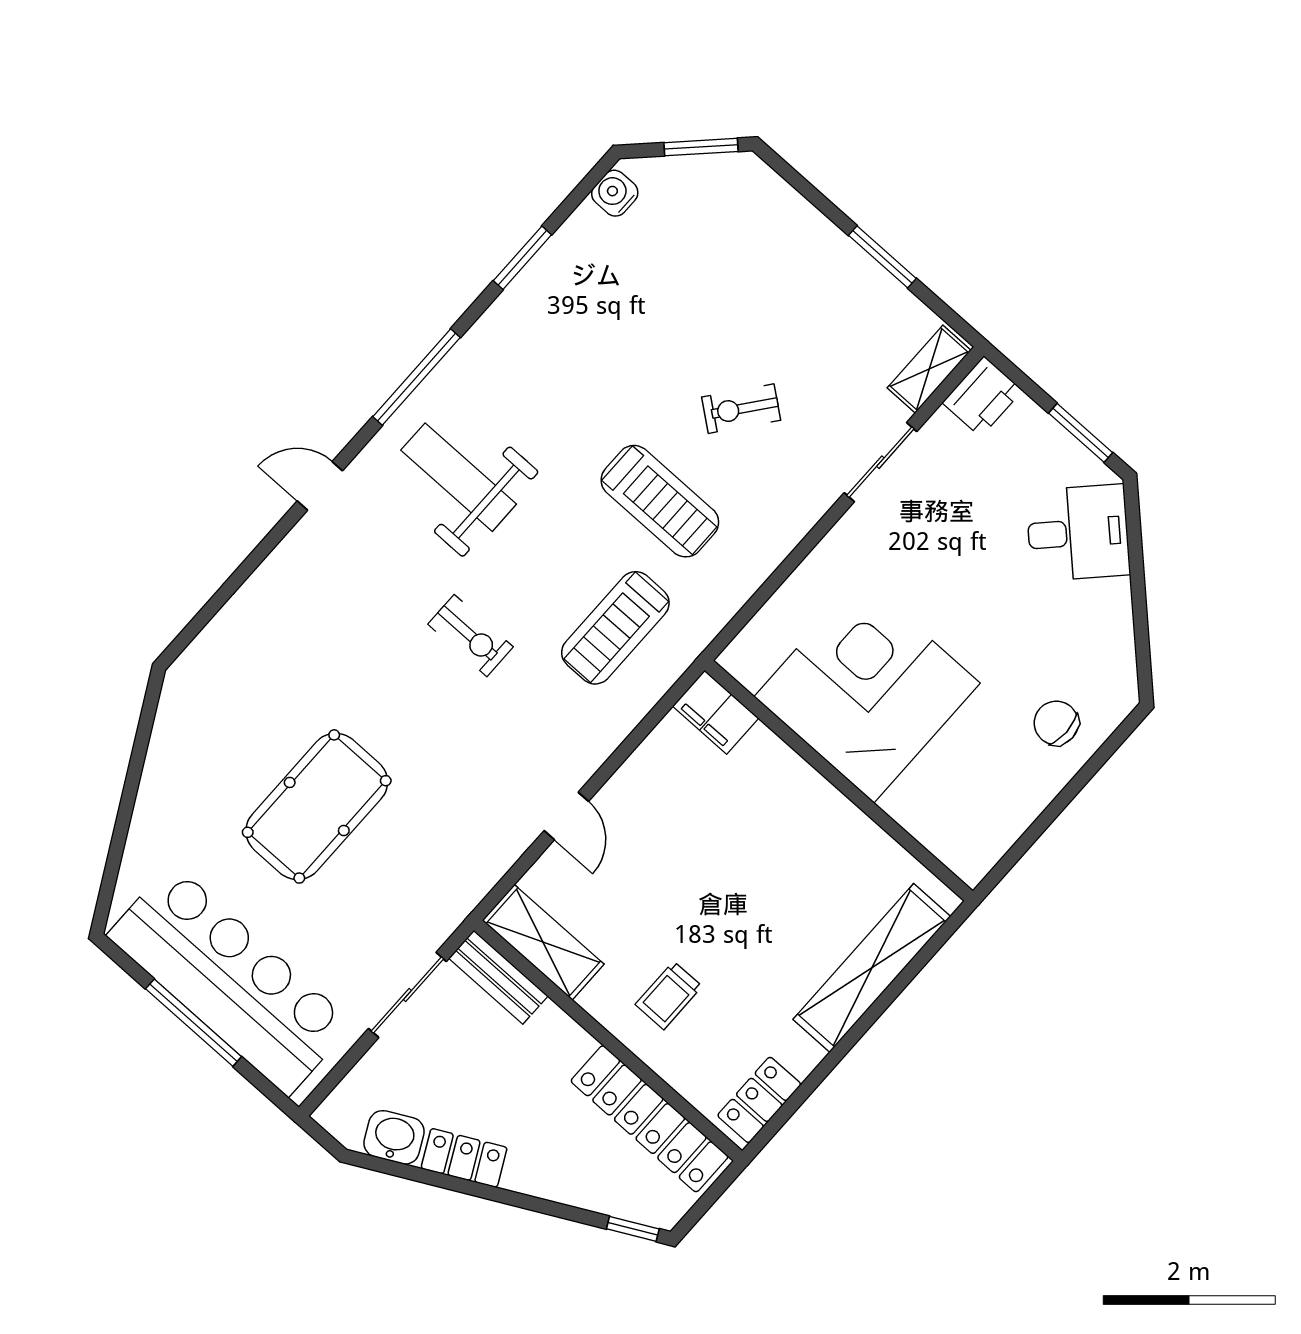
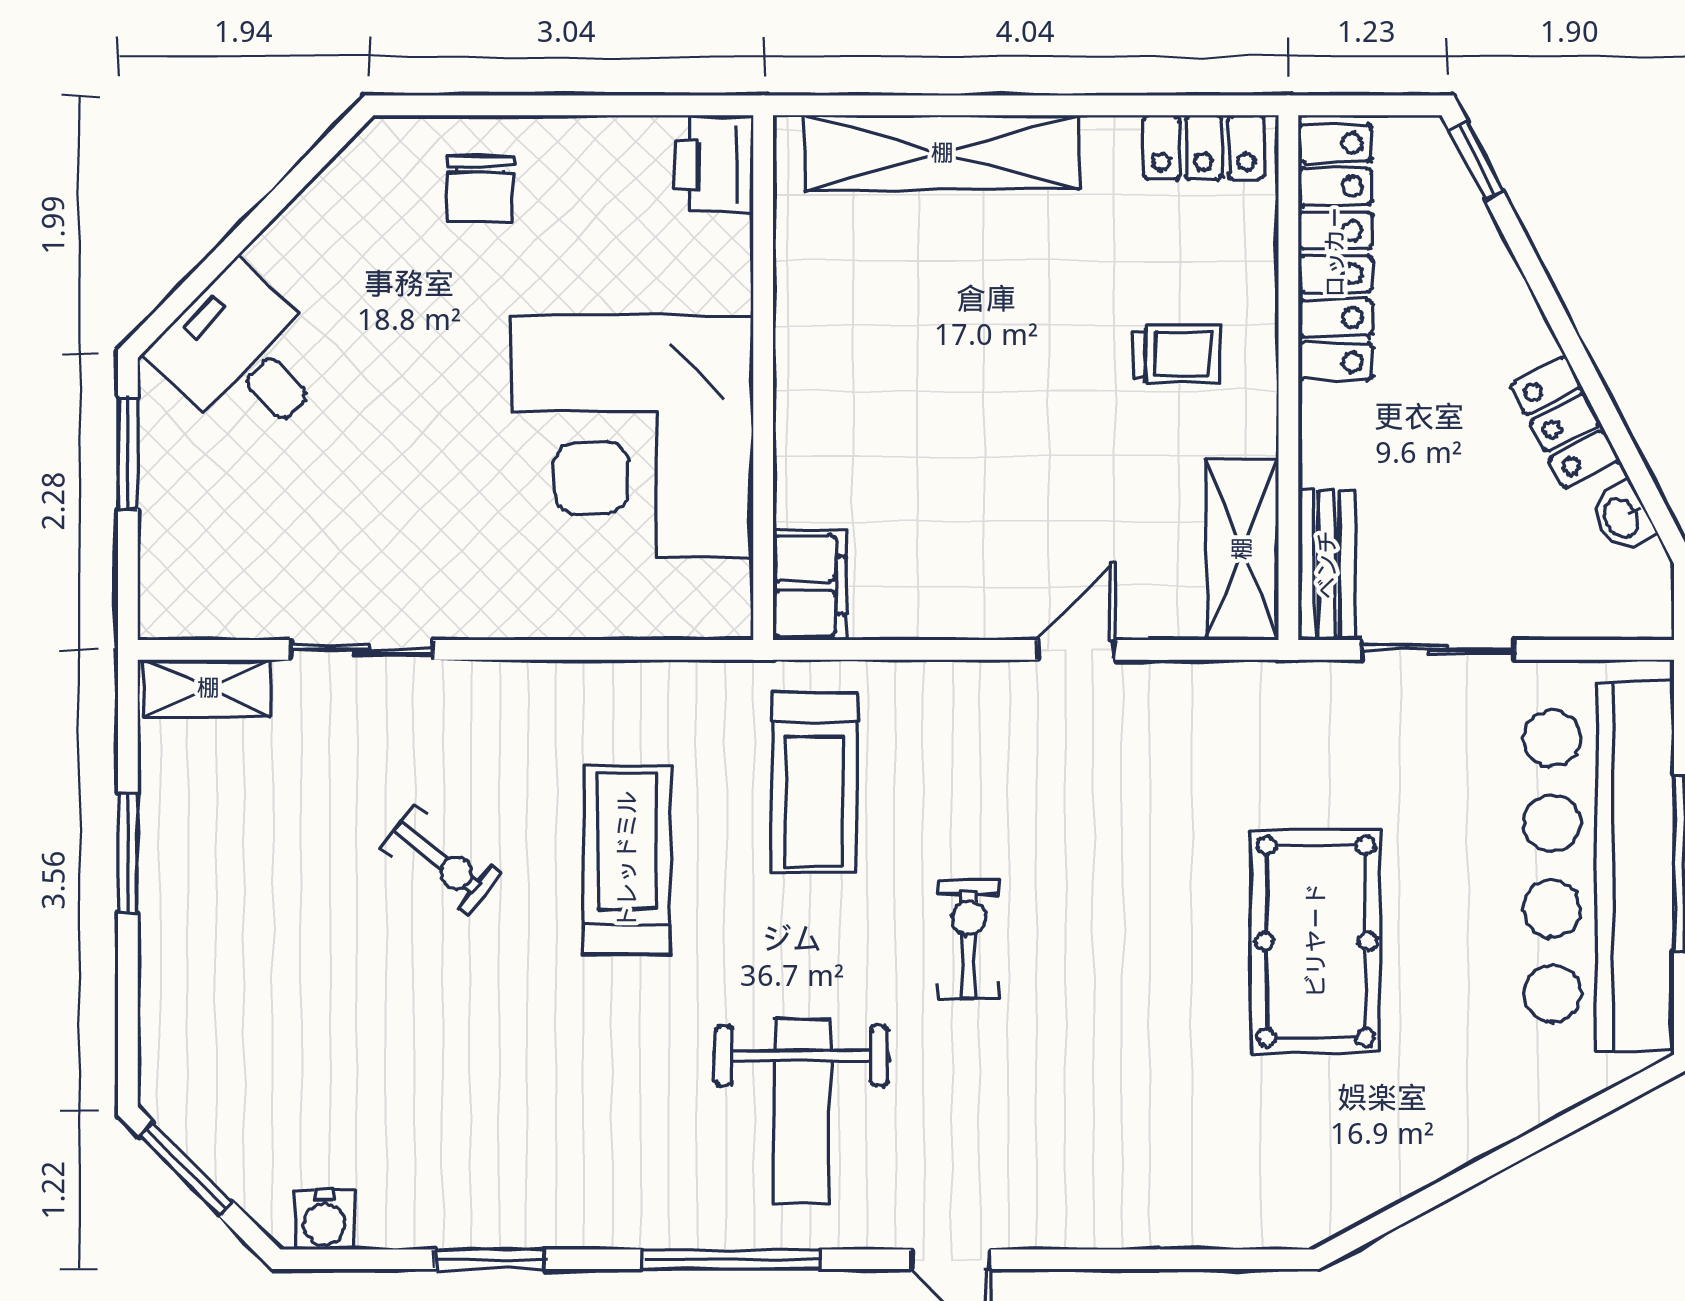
printer: (982, 396) -> (714, 165), moved, turned -90
treadmill: (615, 628) -> (815, 783), turned 90
pool table: (317, 806) -> (1316, 941), turned 90
washbasin: (394, 1137) -> (1622, 517), width x0.72, depth x0.69

